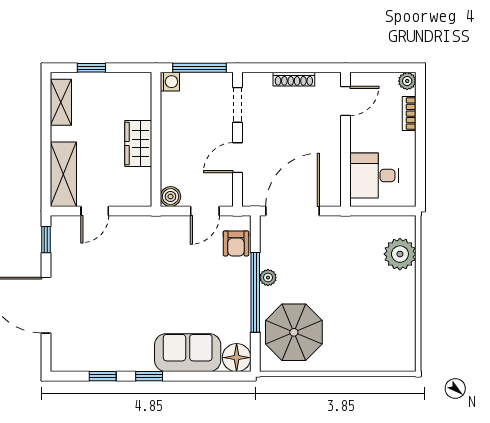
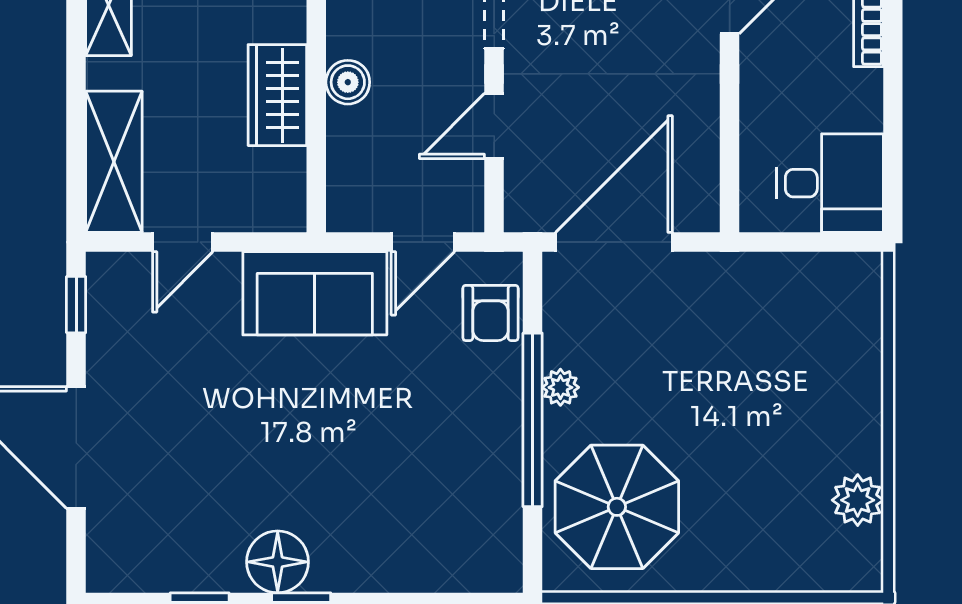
desk: (374, 175) -> (830, 183), moved, turned 180
boiler: (171, 196) -> (348, 82), moved
plant: (400, 254) -> (858, 500), moved, width x0.73, depth x0.73
sofa: (188, 353) -> (315, 293), moved, turned 180
floor lamp: (237, 358) -> (278, 562), moved

